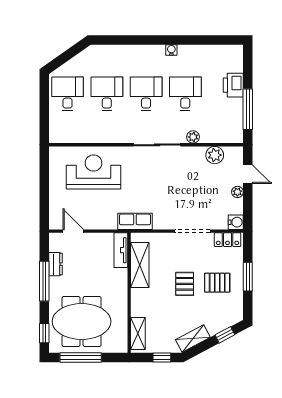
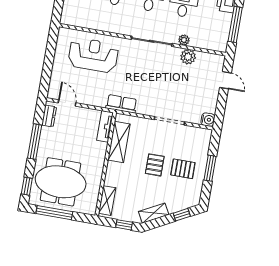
plant: (215, 155) -> (188, 57), moved
plant: (237, 192) -> (214, 94), removed
locker: (228, 240) -> (198, 133), removed
dresser: (56, 264) -> (49, 116), moved

